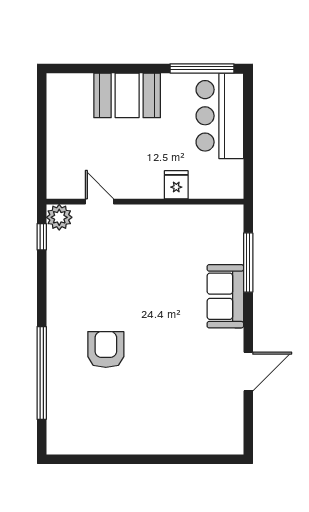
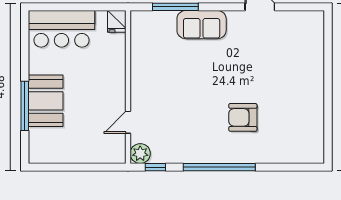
window: (202, 68) -> (25, 106), moved
fridge: (176, 185) -> (117, 21), moved, turned -90
window: (42, 373) -> (219, 167), moved

